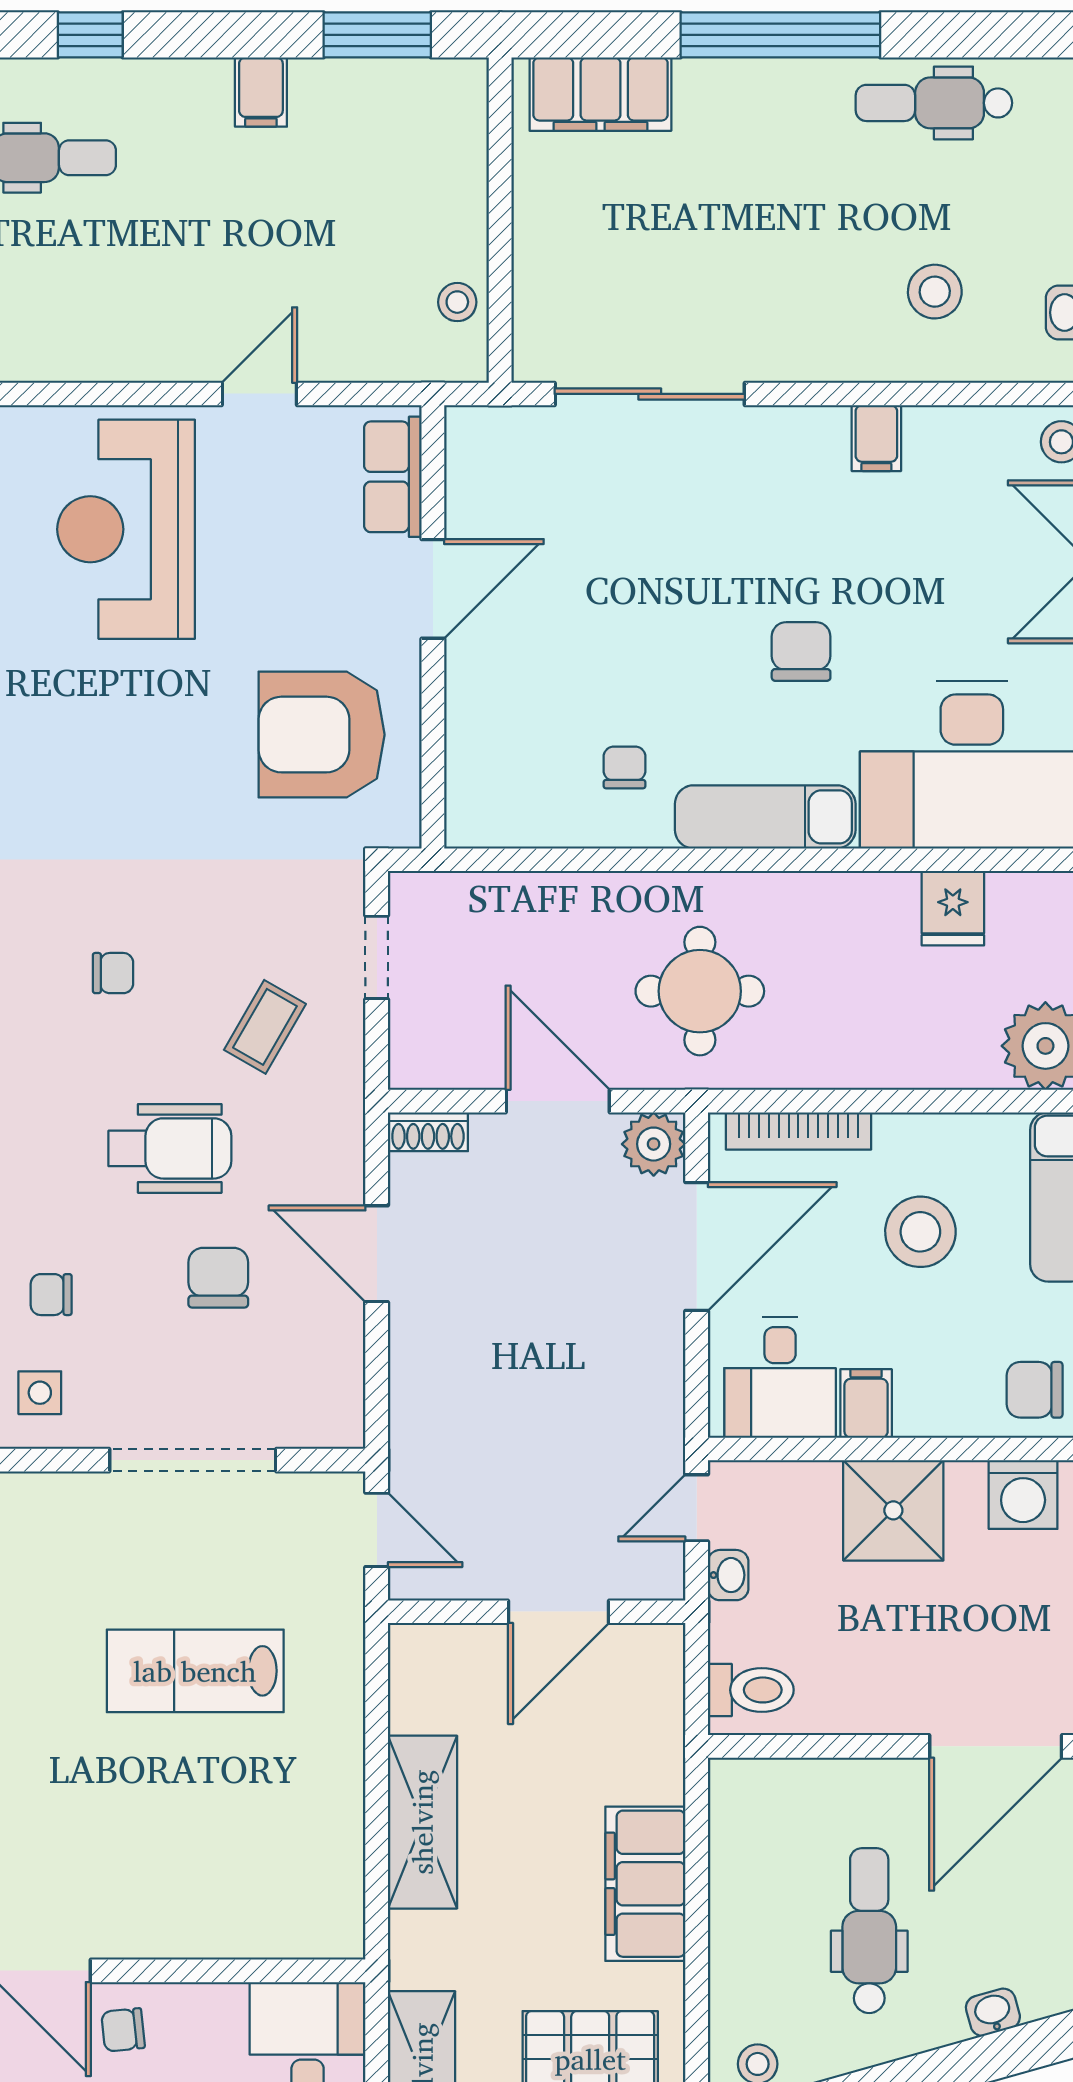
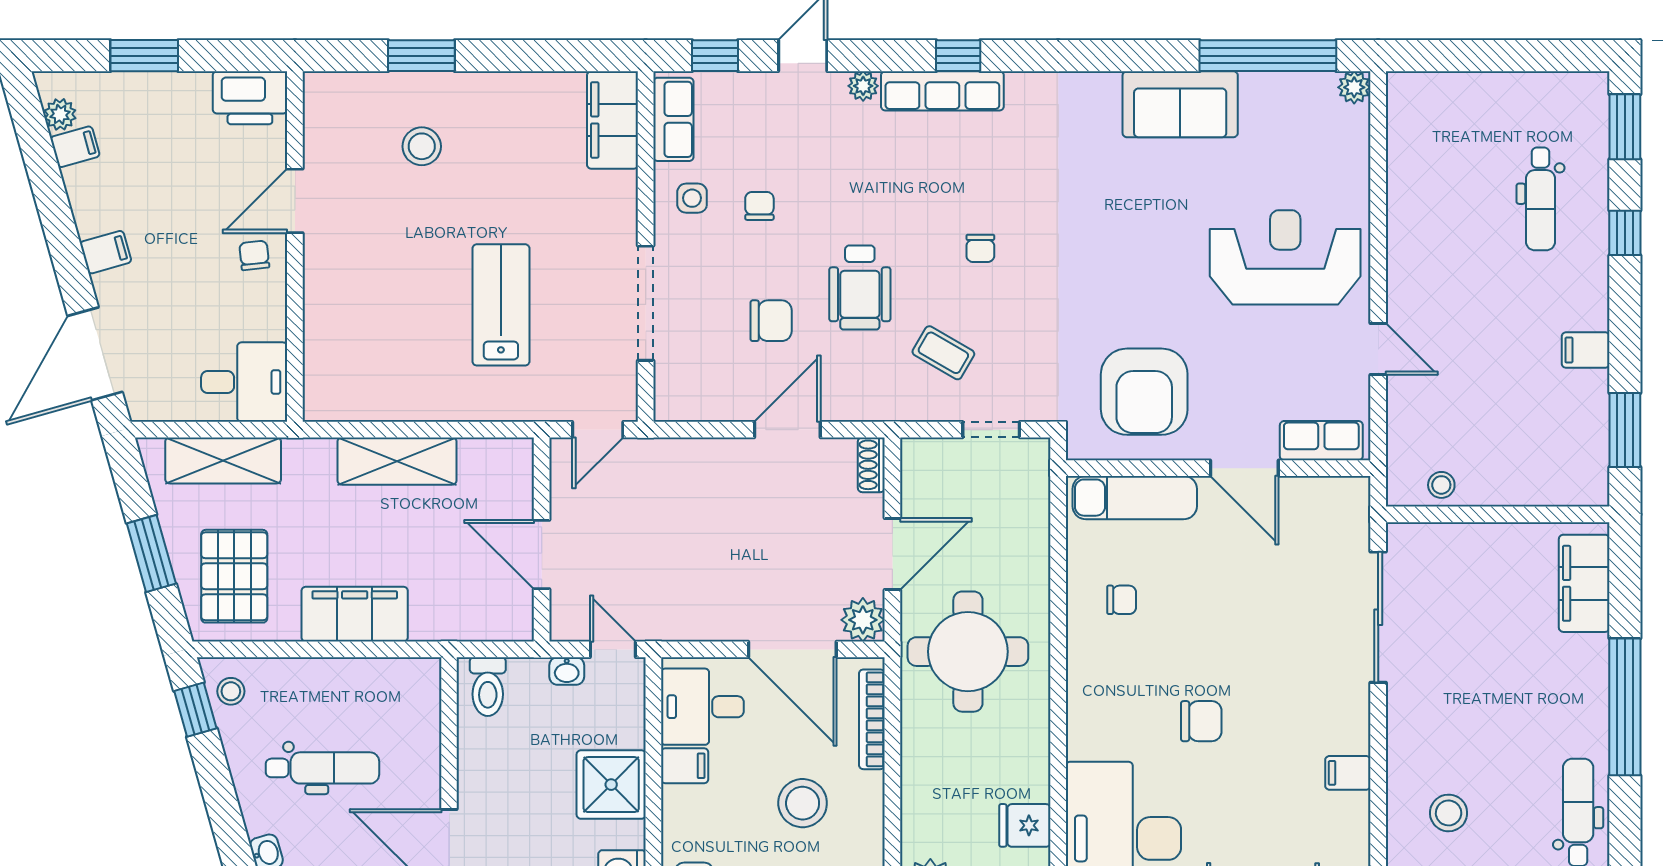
armchair: (322, 735) -> (1144, 392), turned 180
exam couch: (765, 817) -> (1135, 498), moved, turned 90
round table: (700, 991) -> (968, 652), width x1.36, depth x1.36

